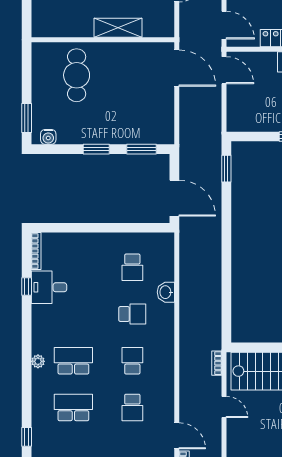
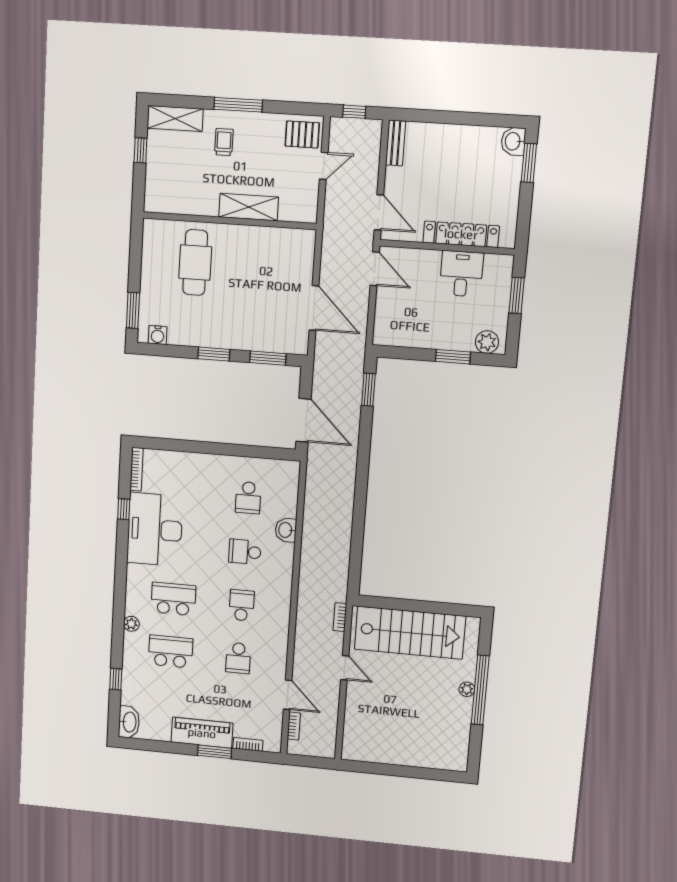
door: (177, 68) -> (314, 308), moved
desk: (49, 287) -> (155, 530), width x1.87, depth x1.30
school desk: (132, 314) -> (245, 552), turned 180
plant: (38, 361) -> (131, 624), moved

